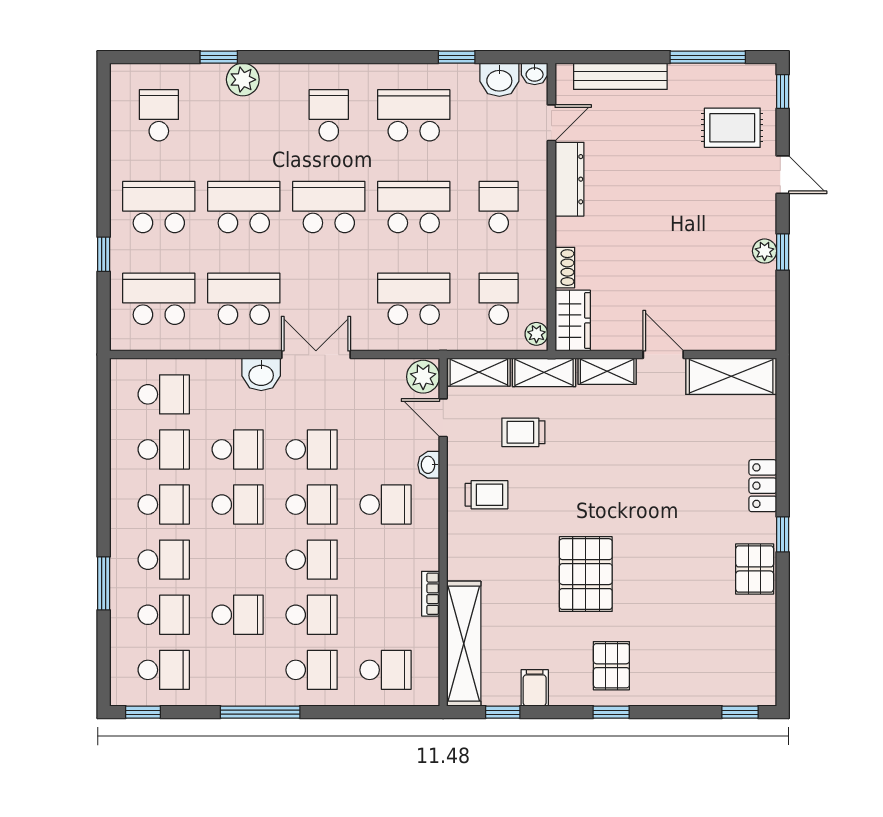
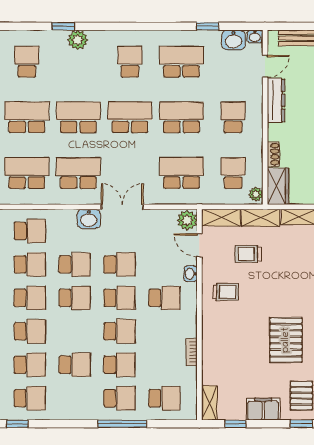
shelving: (464, 644) -> (209, 403), width x0.45, depth x0.75
filing cabinet: (535, 688) -> (263, 409), width x2.00
window: (260, 712) -> (122, 424), moved

